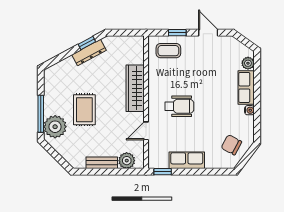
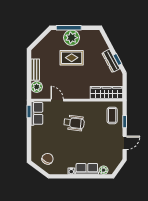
wardrobe: (135, 88) -> (107, 93), moved
wheelchair: (179, 106) -> (74, 123), turned -83
plant: (55, 127) -> (72, 38), moved
row of seats: (187, 160) -> (37, 113), moved

